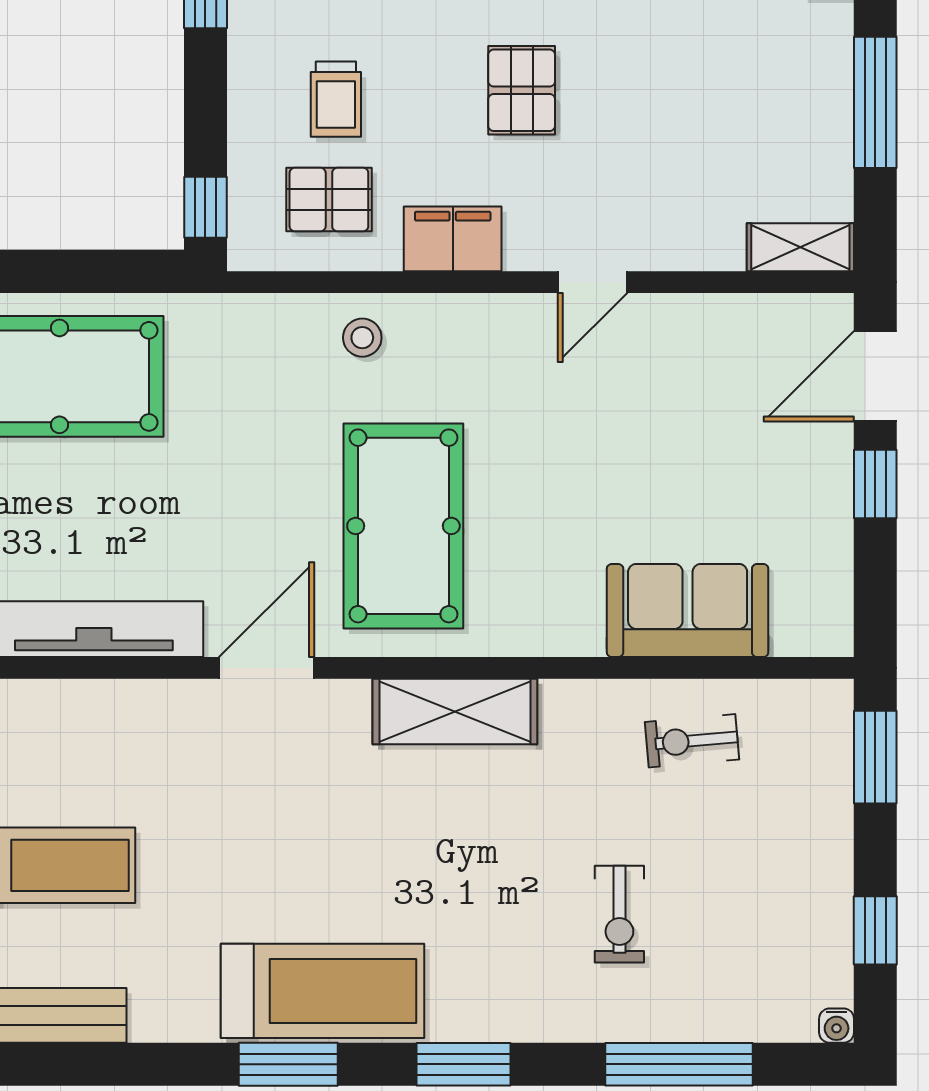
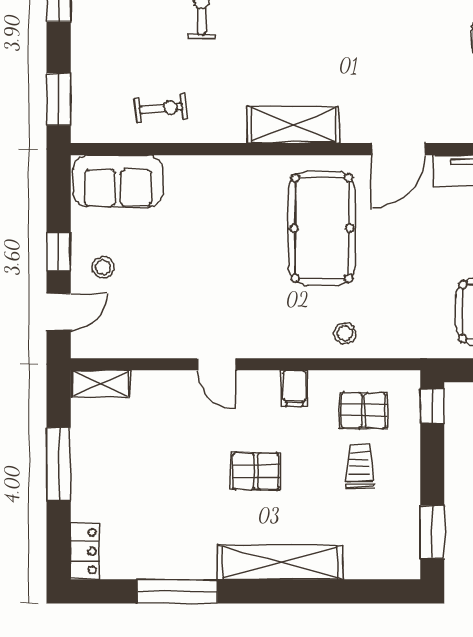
pallet: (522, 90) -> (256, 471), turned 90
filing cabinet: (453, 239) -> (294, 388), width x0.50
door: (593, 282) -> (216, 364), swing flipped
door: (875, 376) -> (59, 312), width x0.73
stool: (795, 456) -> (103, 267), added
sofa: (688, 610) -> (118, 181), moved

